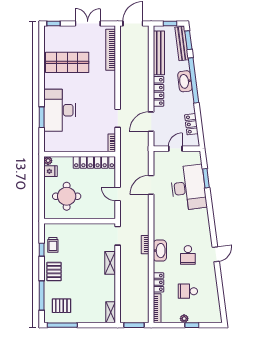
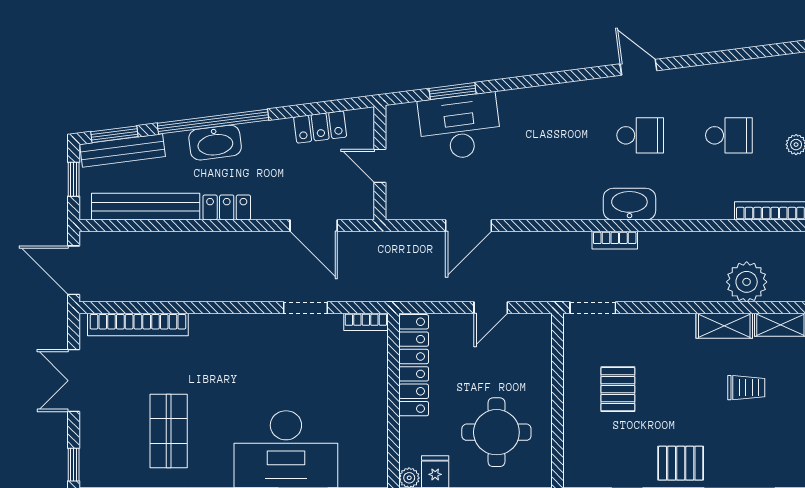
shop shelf: (67, 62) -> (169, 431), width x0.70, depth x0.74
locker: (158, 91) -> (227, 207), width x0.66
door: (151, 185) -> (469, 226), hinge flipped
desk: (188, 188) -> (460, 127), width x0.73, depth x0.77
trolley: (53, 245) -> (746, 388), moved
shelving: (110, 263) -> (724, 326), moved
locker: (158, 282) -> (707, 207), removed
school desk: (188, 291) -> (729, 135), turned -90
plant: (128, 298) -> (747, 282), added
pallet: (61, 306) -> (618, 389), moved

